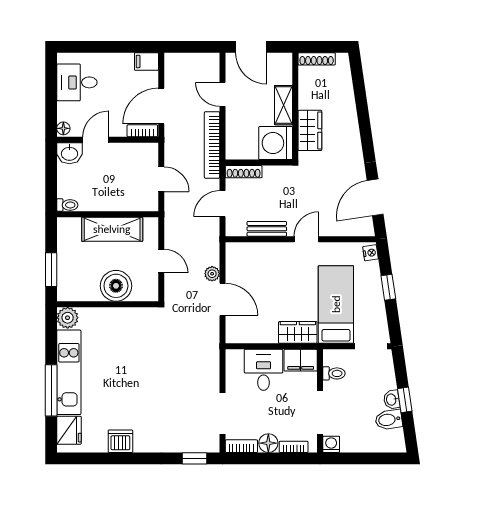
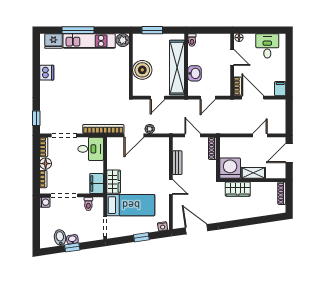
bookcase: (212, 145) -> (103, 129), moved
washbasin: (69, 153) -> (195, 73), moved, turned 180
shelving: (112, 229) -> (177, 68), width x1.47
desk: (264, 370) -> (91, 149), moved

